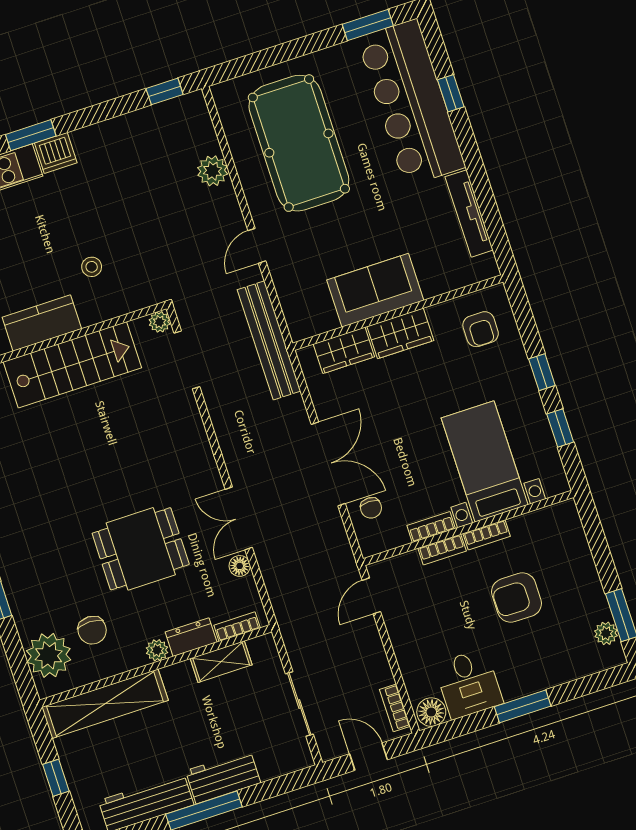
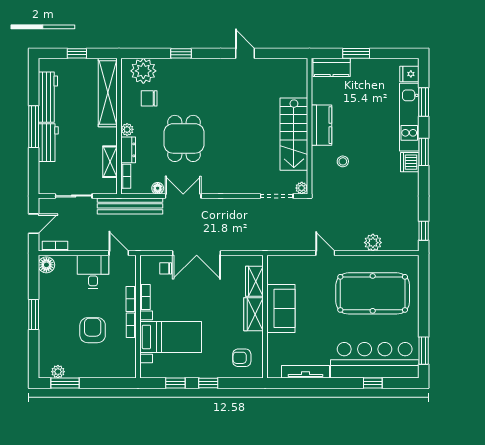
bench: (269, 340) -> (130, 206), moved
desk: (469, 684) -> (93, 272), moved, turned 90

